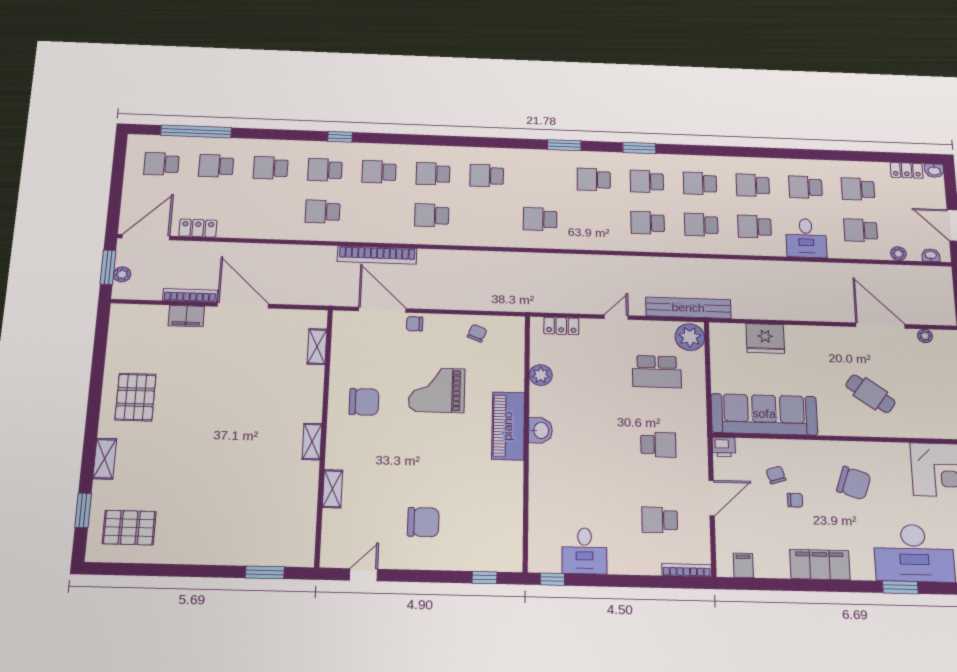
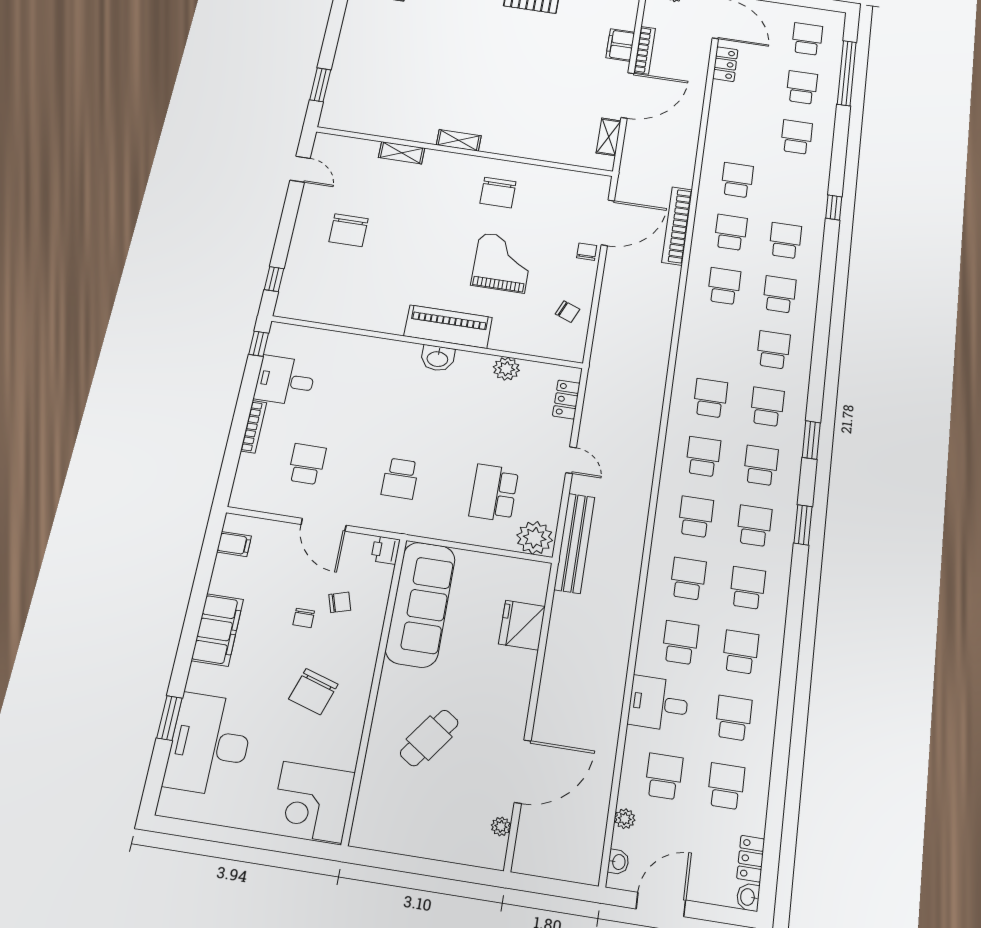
school desk: (325, 170) -> (731, 232), moved
school desk: (540, 178) -> (767, 407), added
school desk: (594, 221) -> (703, 457), added
shelving: (317, 347) -> (609, 137), moved, turned 90
bookcase: (687, 570) -> (254, 427), moved

